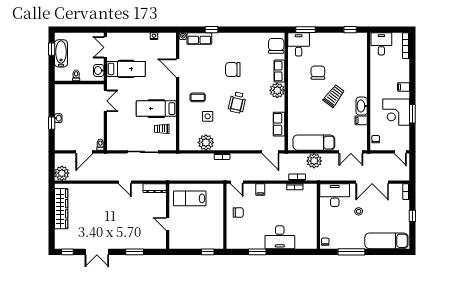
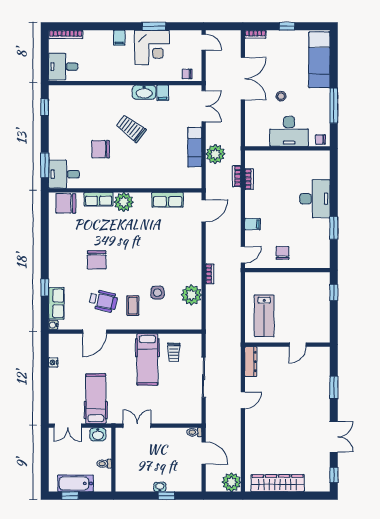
wheelchair: (237, 102) -> (103, 301), moved
exam couch: (314, 143) -> (195, 147), width x0.73, depth x0.69
door: (400, 152) -> (204, 42), hinge flipped
desk: (335, 195) -> (289, 131), moved, turned -90

